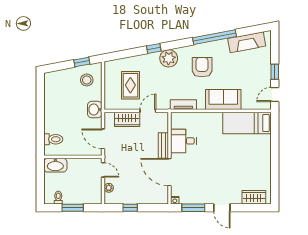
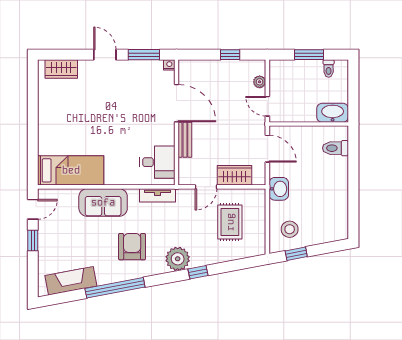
armchair: (202, 67) -> (132, 247), turned 180
desk: (183, 141) -> (157, 162), moved

